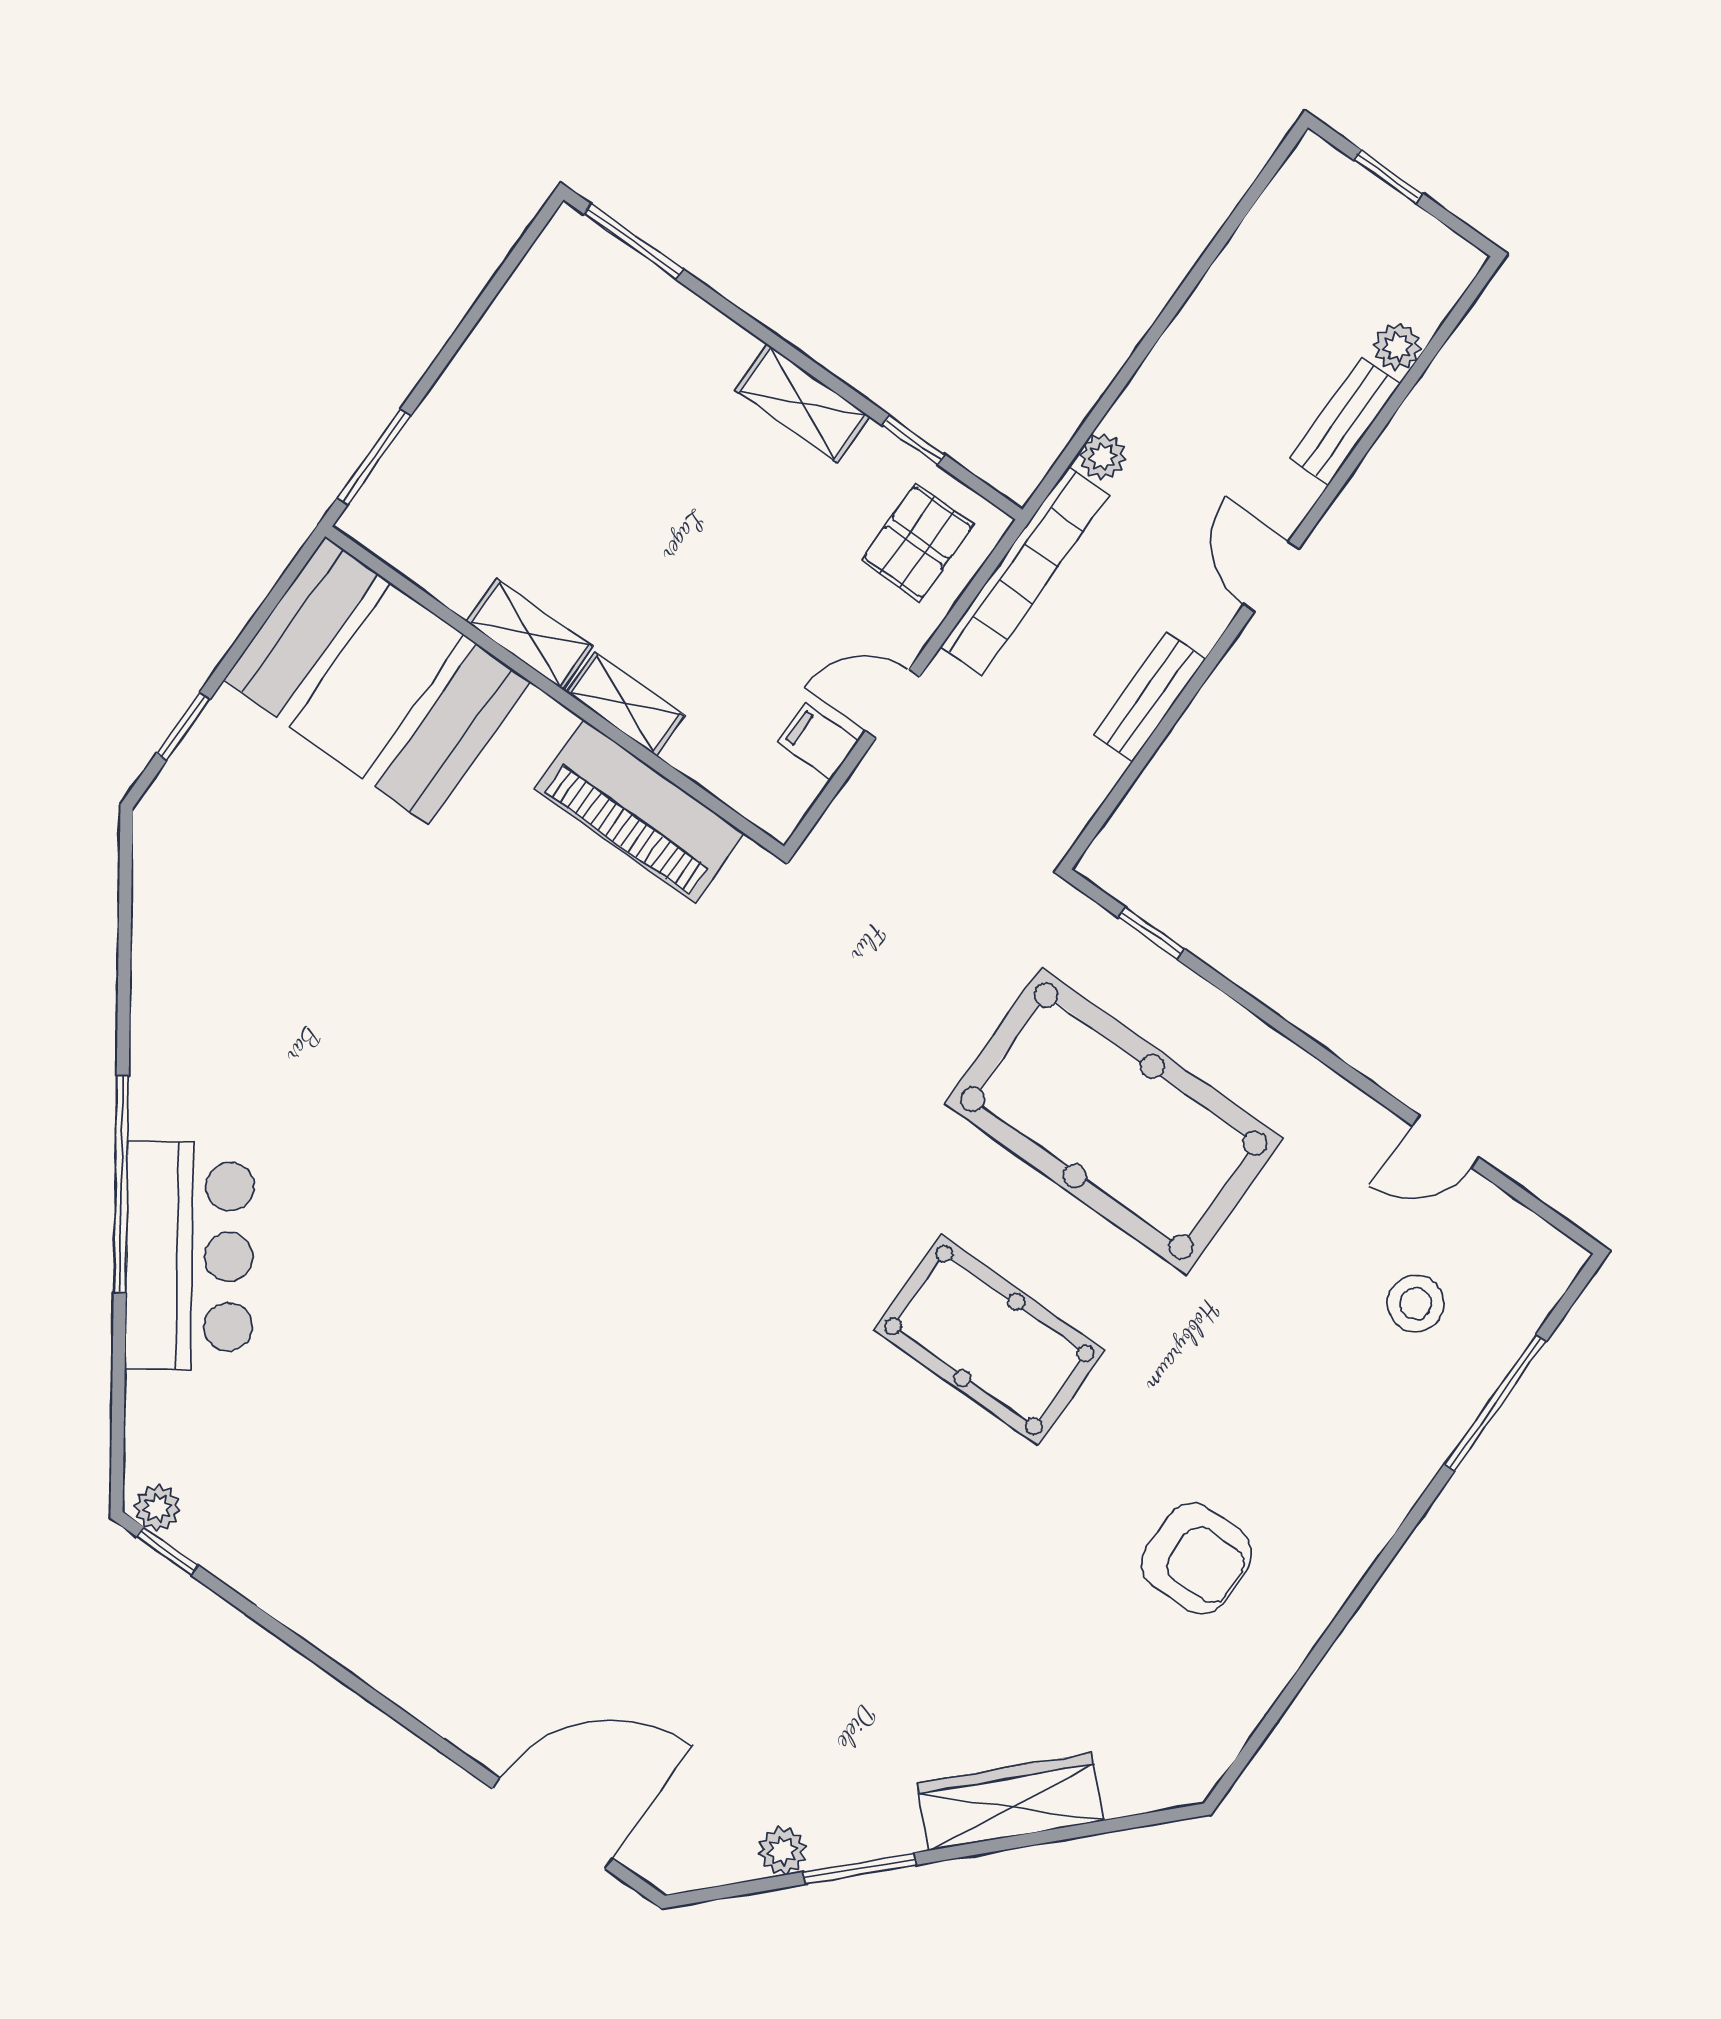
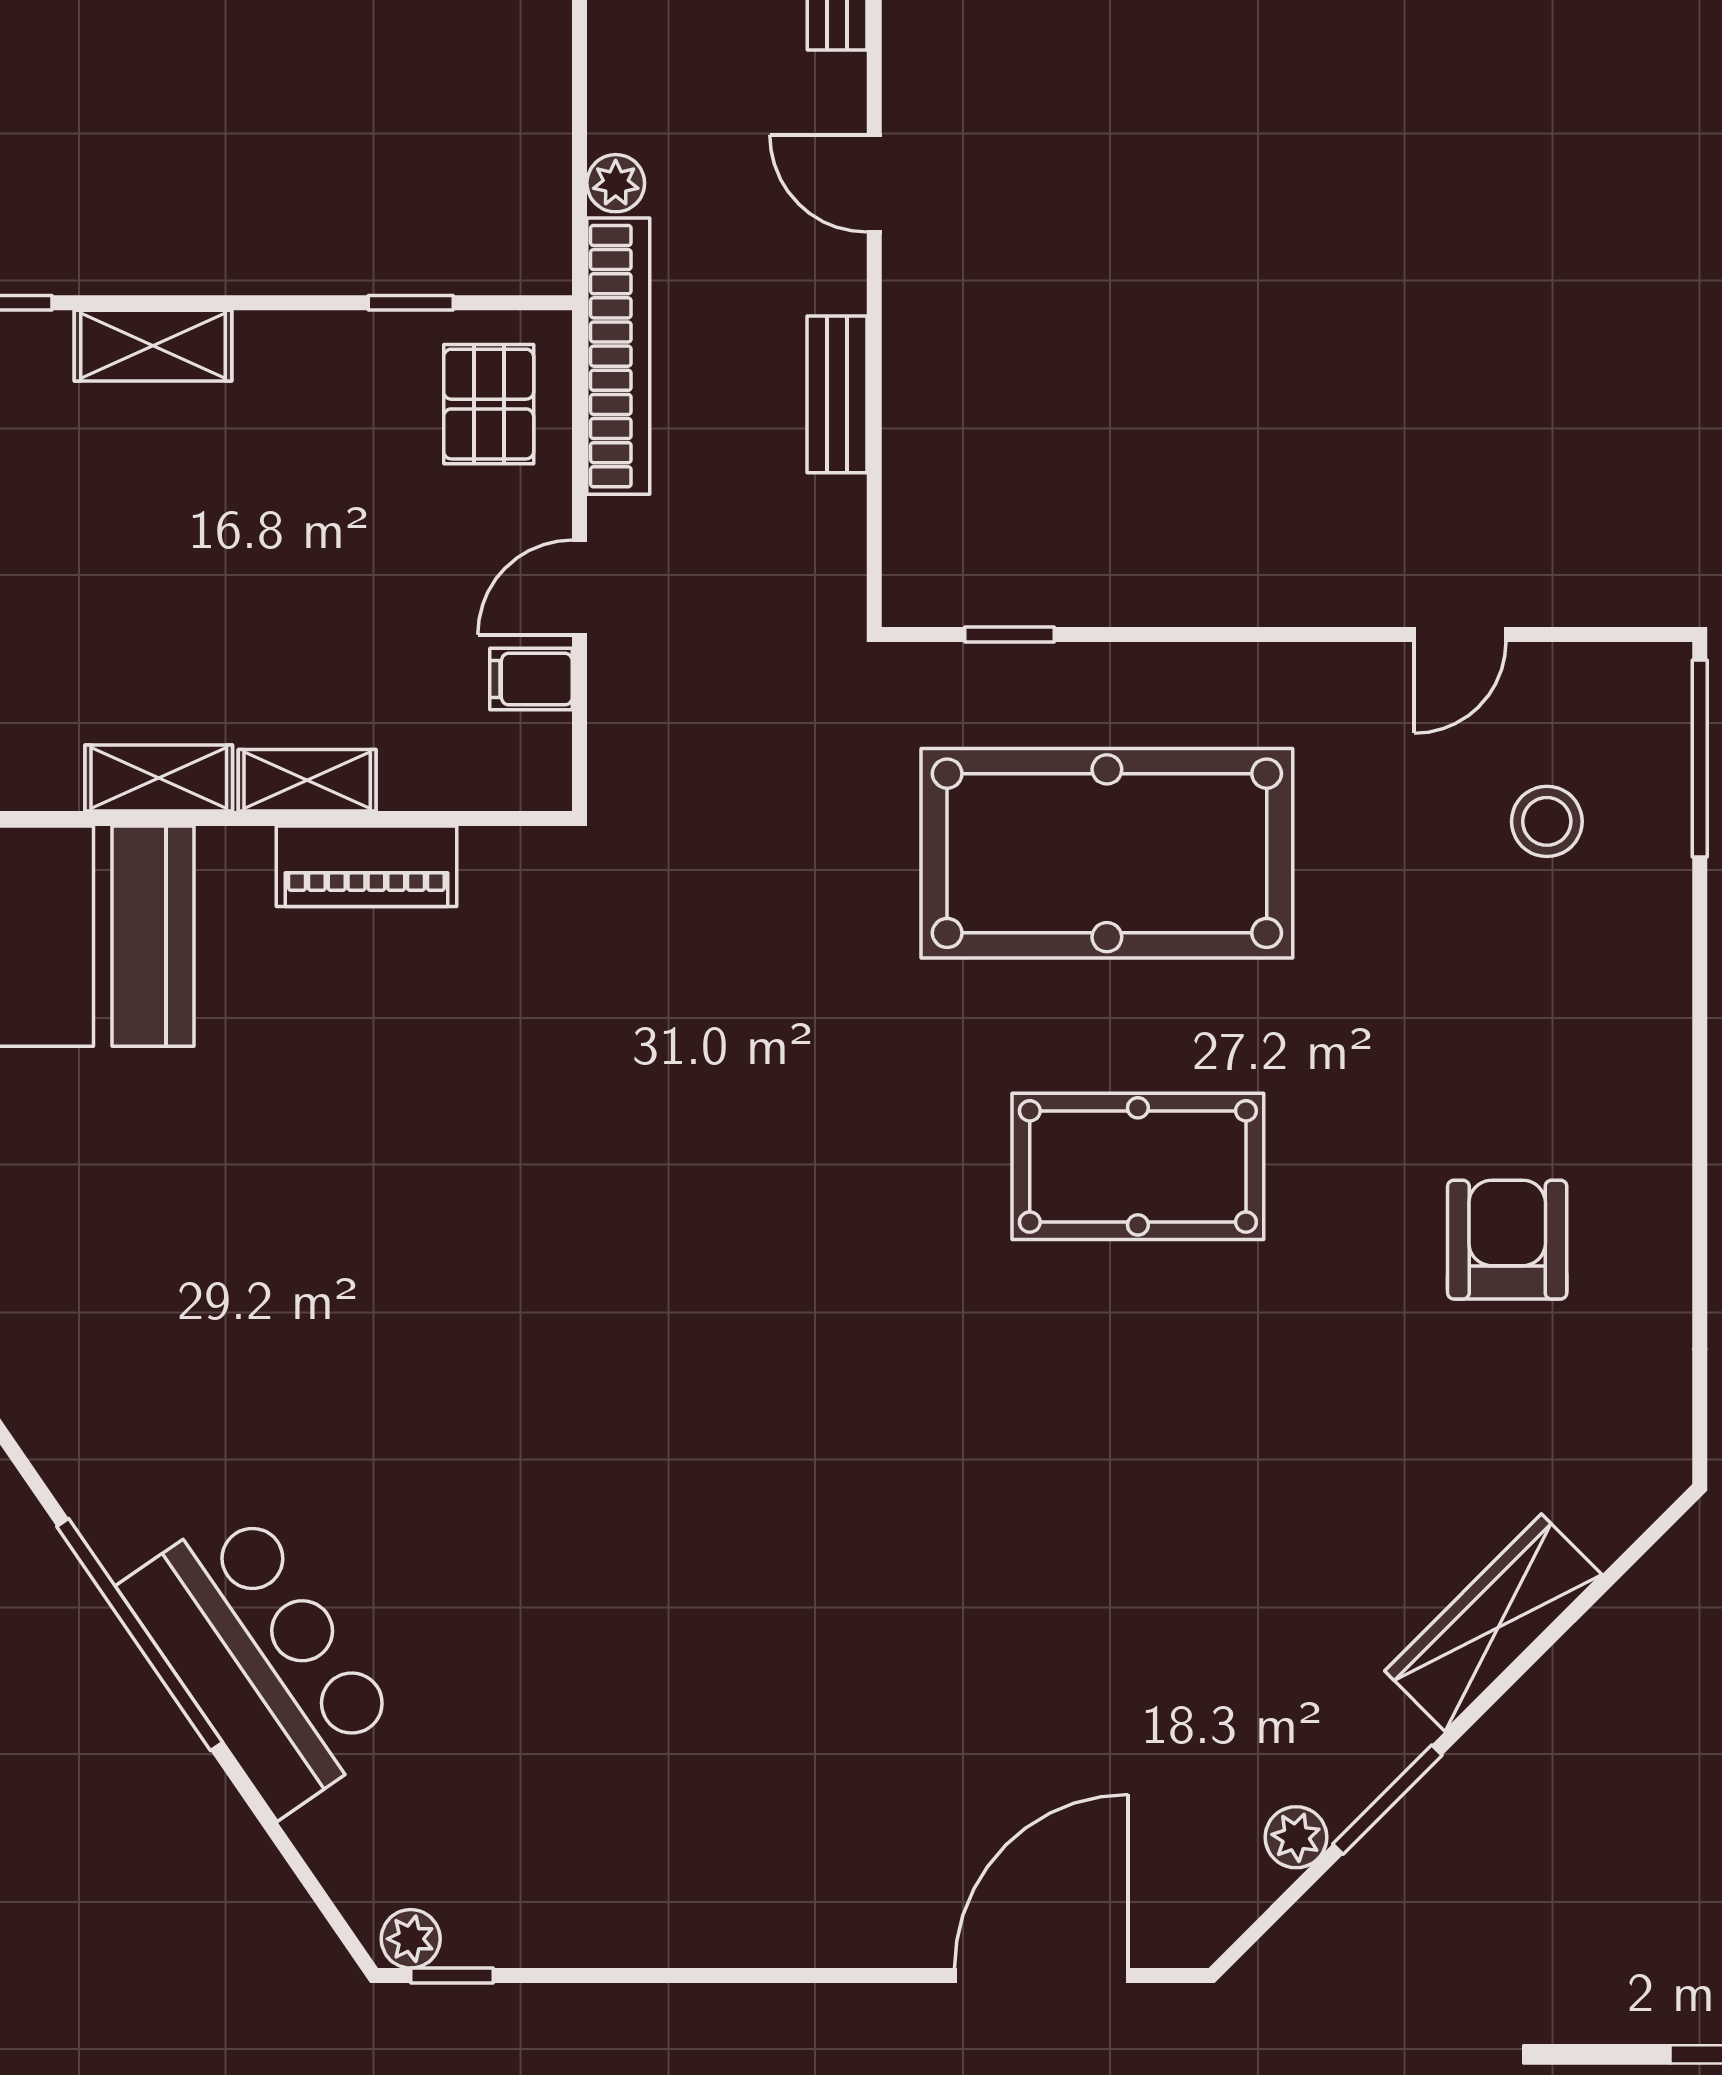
shelving: (802, 403) -> (153, 346), moved
piano: (640, 811) -> (366, 866), width x0.73, depth x0.75
window: (1495, 1403) -> (1700, 759), moved
armchair: (1196, 1558) -> (1507, 1240), turned -90

